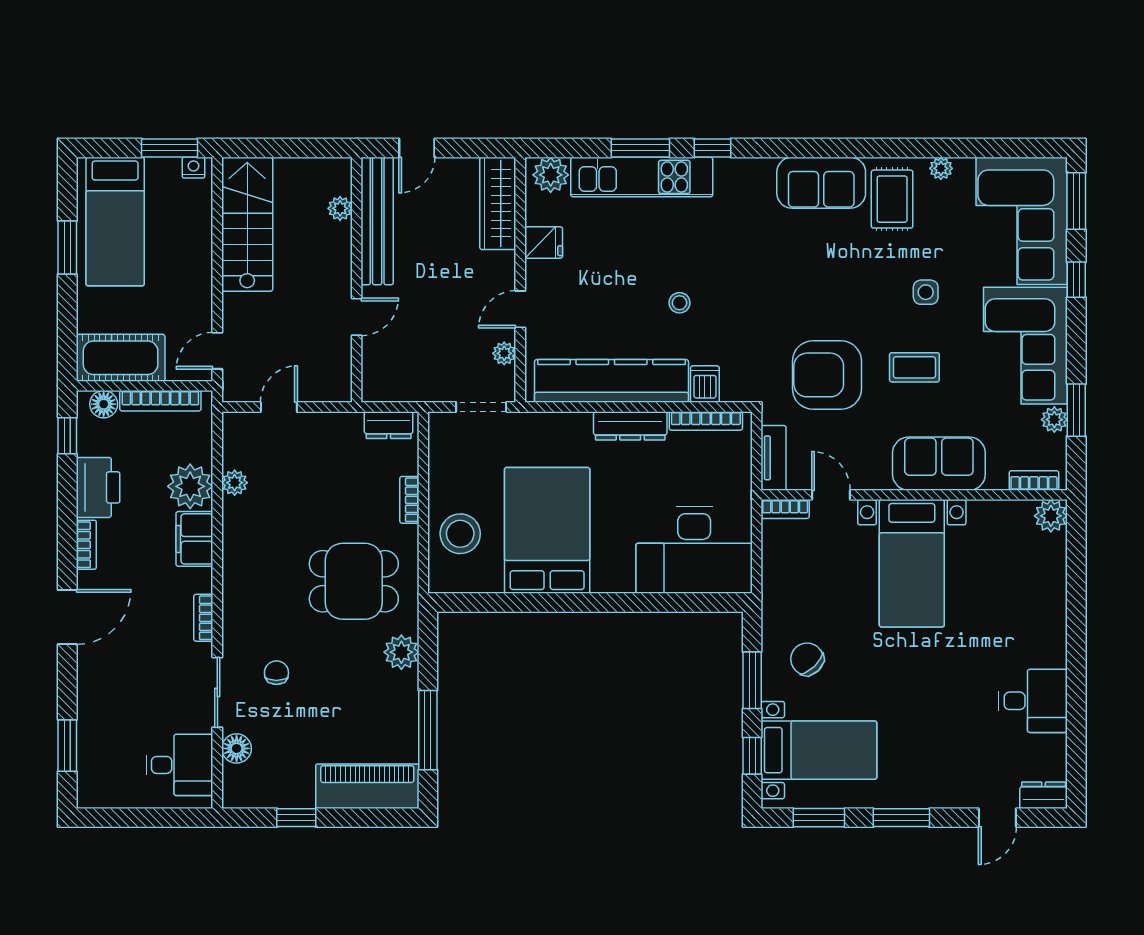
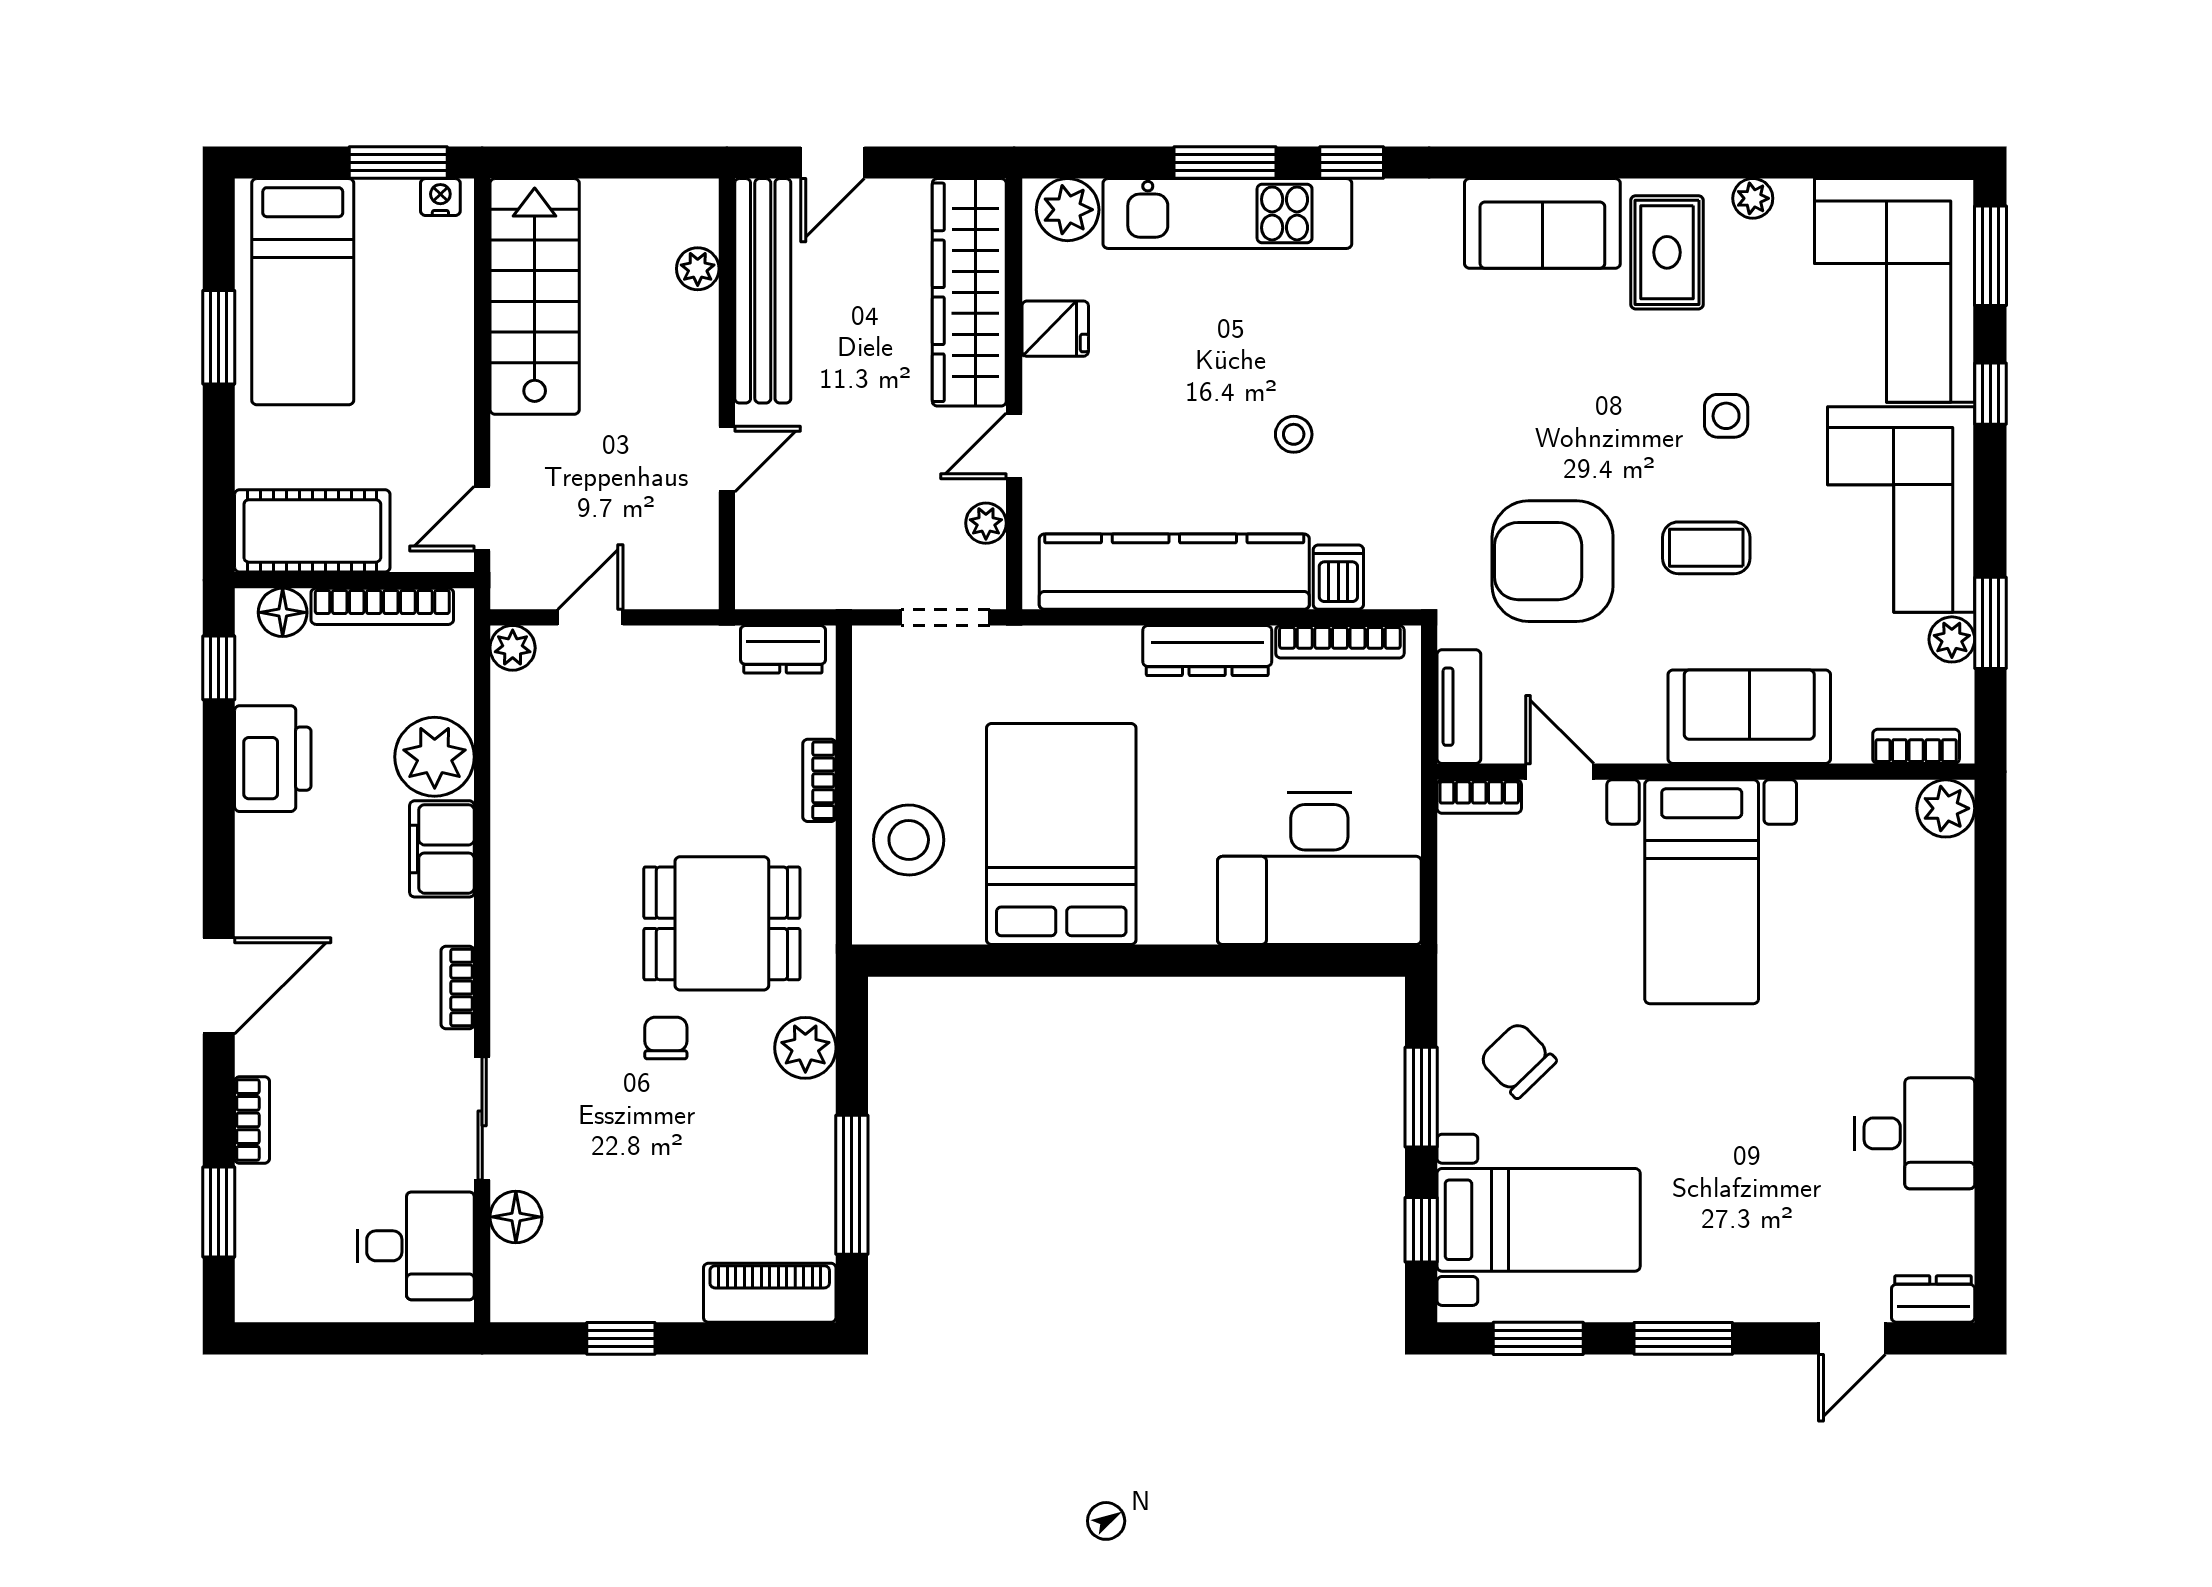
wardrobe: (498, 203) -> (969, 292), width x1.40, depth x1.17
plant: (235, 483) -> (513, 648), moved
bookcase: (86, 545) -> (252, 1120), moved
chair: (276, 673) -> (666, 1038), moved
piano: (367, 786) -> (770, 1293), width x0.73, depth x0.75

